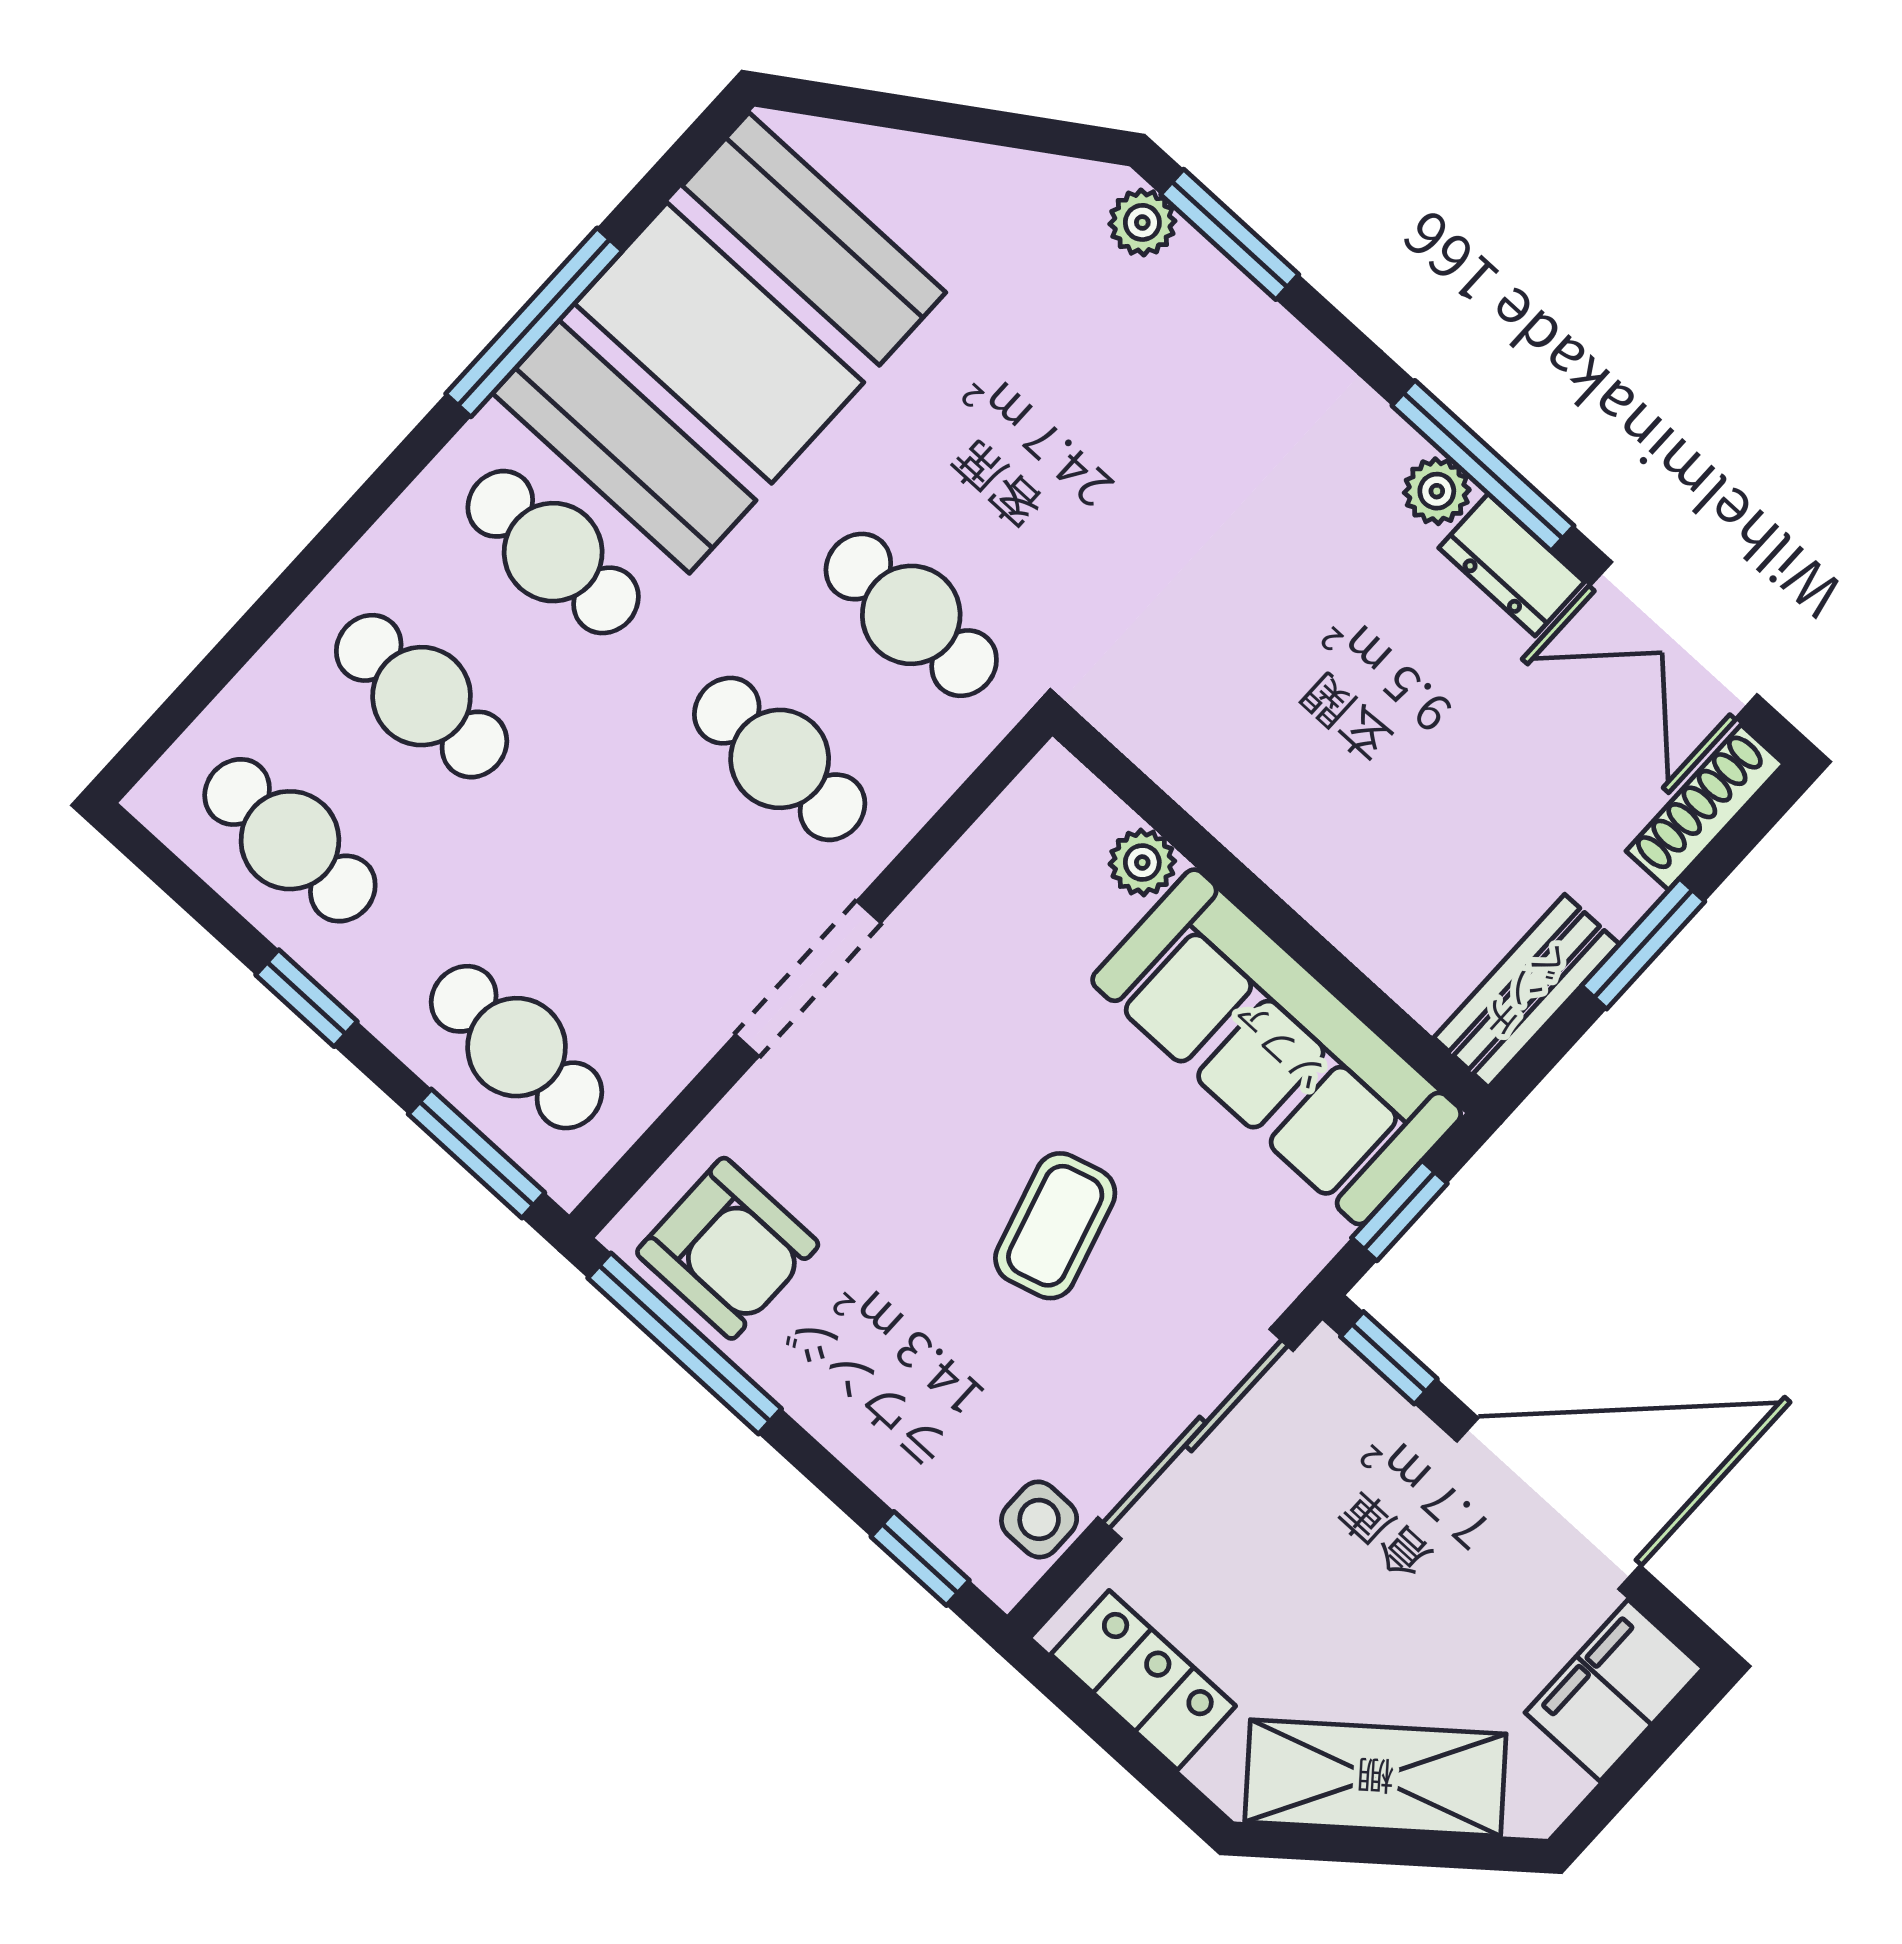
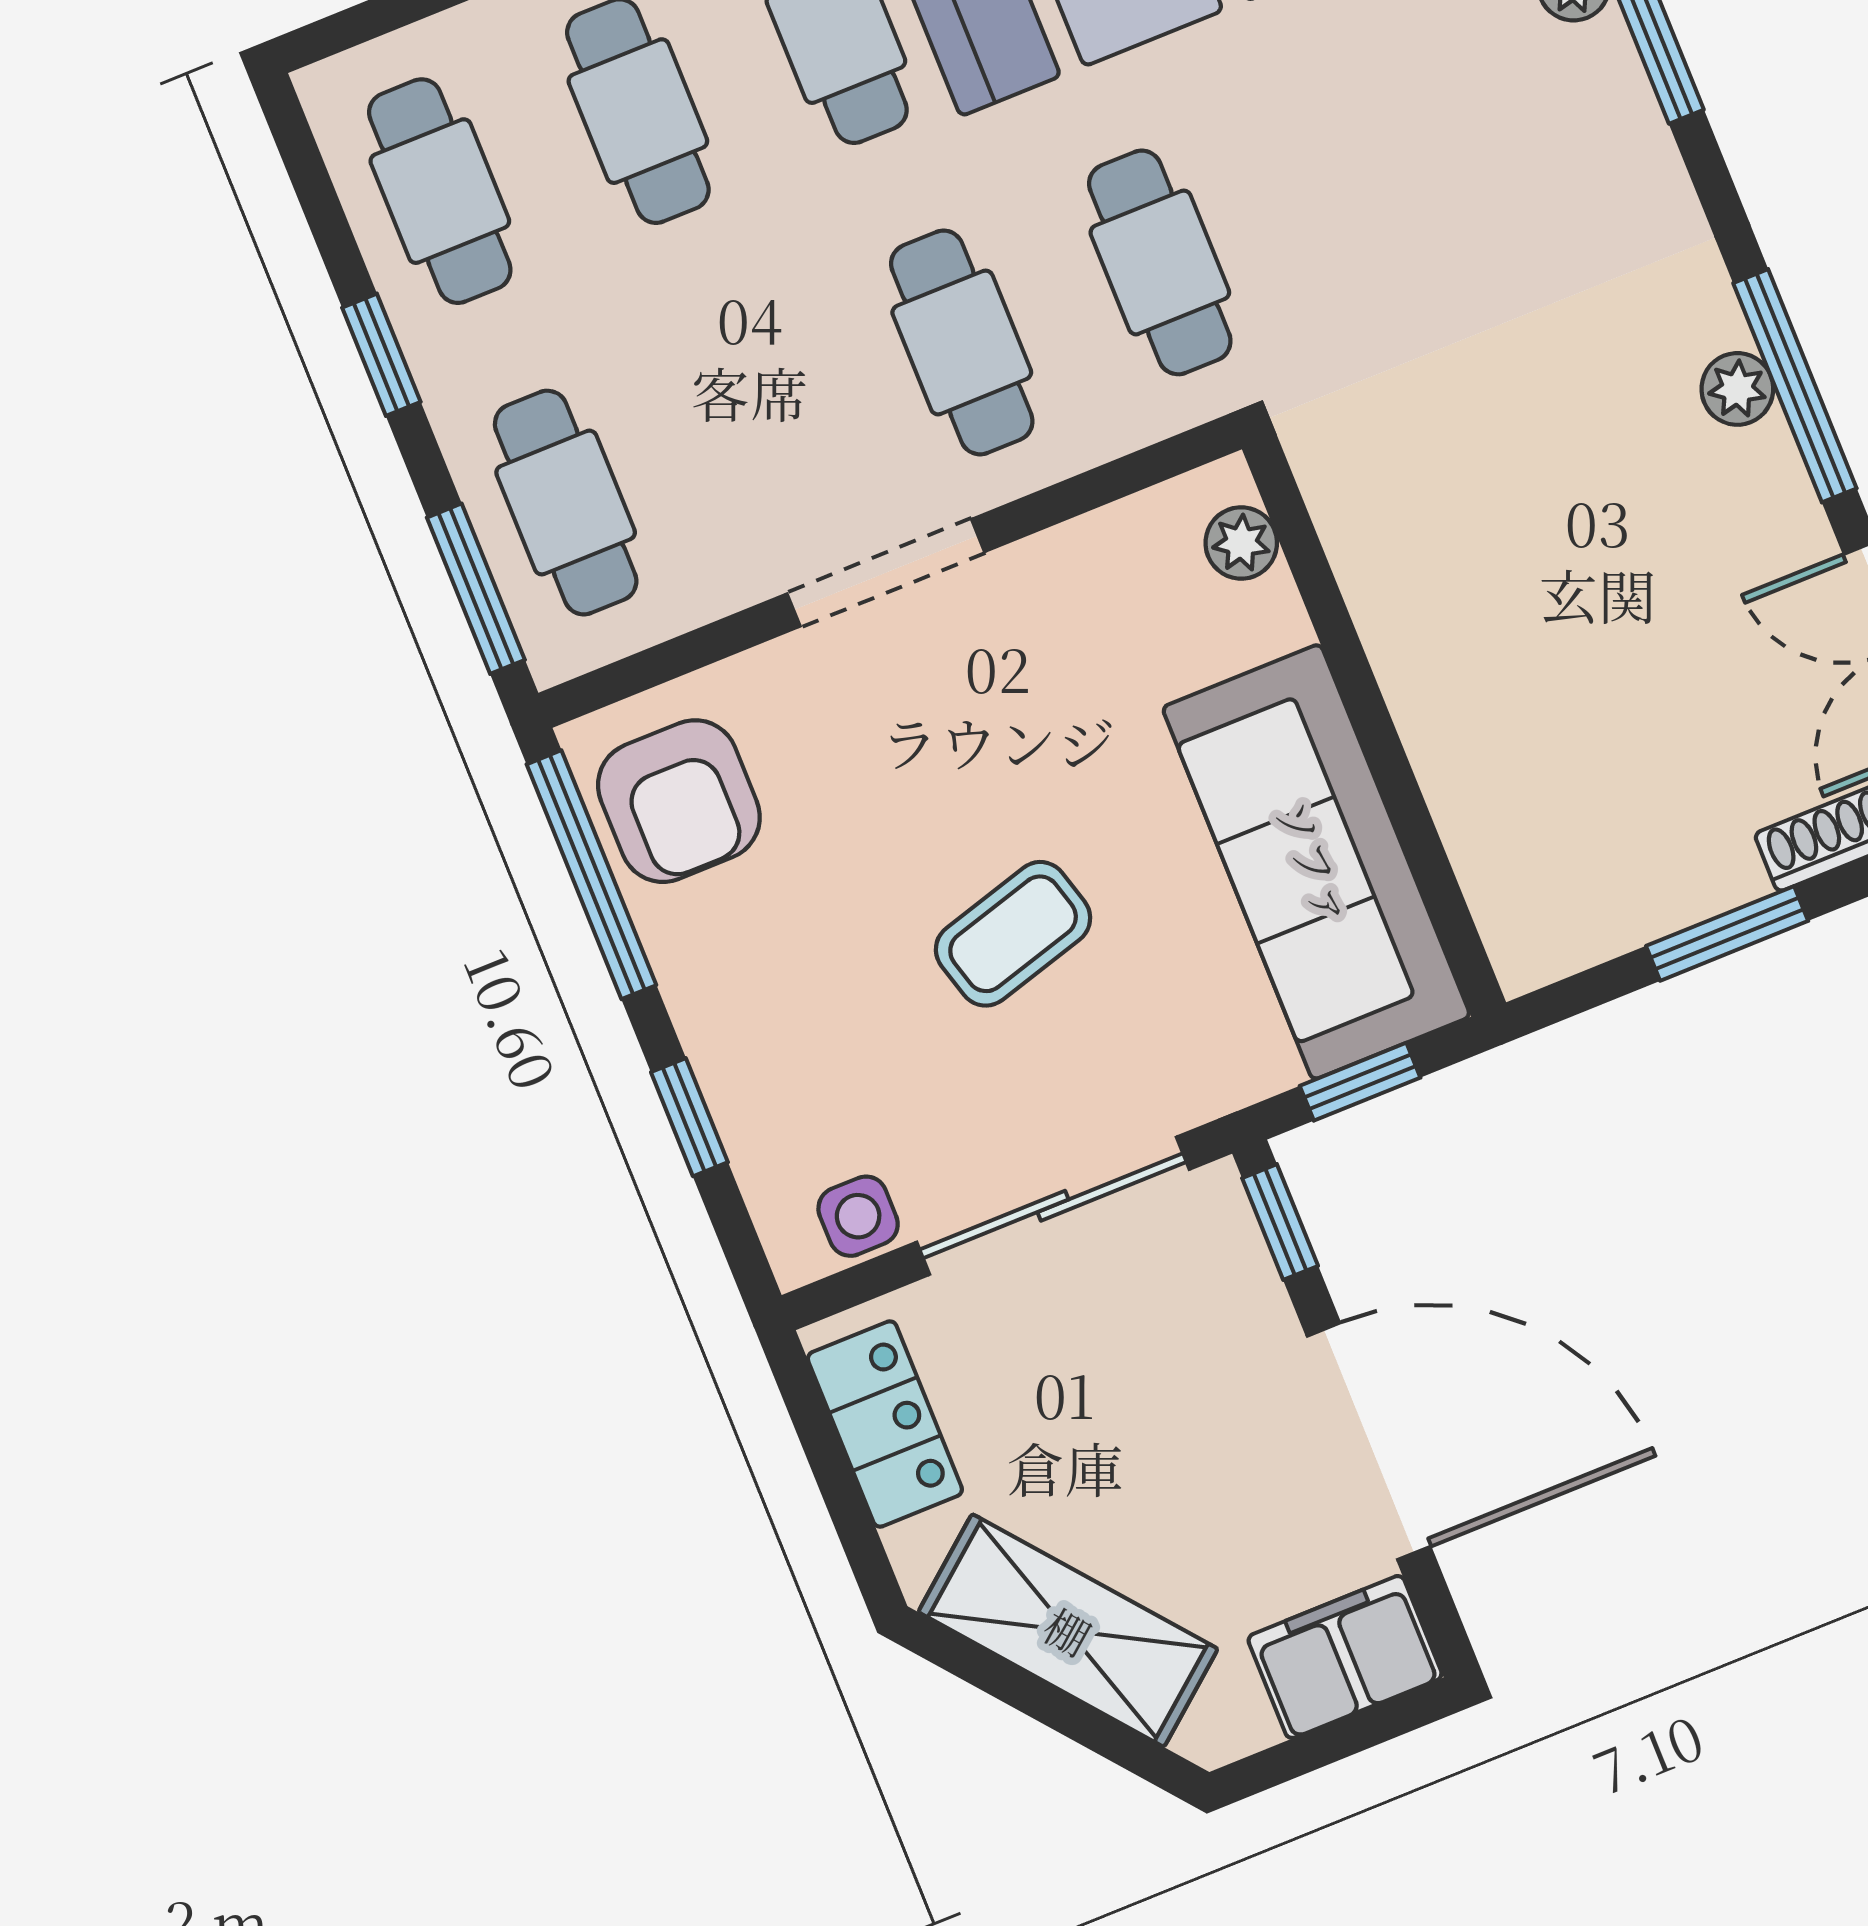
dresser: (1512, 565) -> (1776, 497), removed
plant: (1142, 863) -> (1241, 543), moved
bench: (1527, 991) -> (1590, 925), removed
window: (920, 1558) -> (689, 1117), moved

